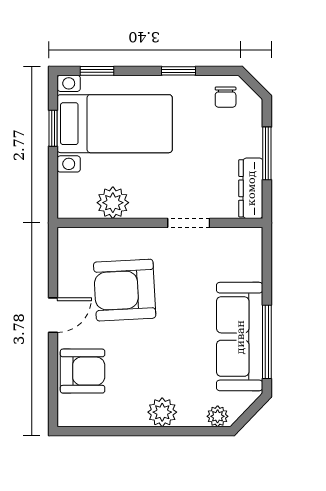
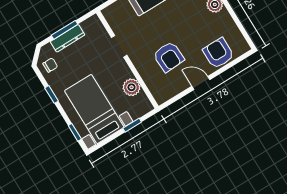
window: (53, 128) -> (132, 125), moved
dresser: (251, 188) -> (68, 38), moved
armchair: (125, 290) -> (169, 57), width x0.73, depth x0.73

